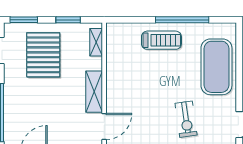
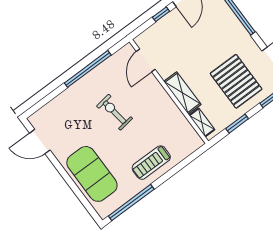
window: (182, 20) -> (131, 203), moved
shelving: (94, 92) -> (182, 93), moved
exercise bike: (186, 119) -> (115, 112), moved

